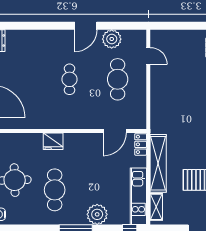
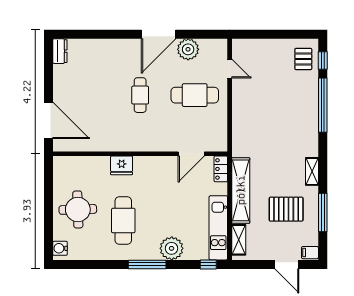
door: (86, 26) -> (159, 34), width x1.36
cafe table: (118, 79) -> (195, 95), turned 90

